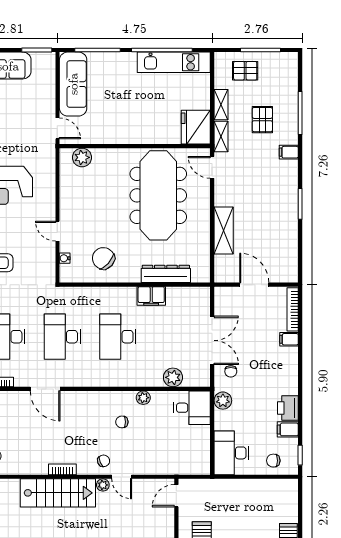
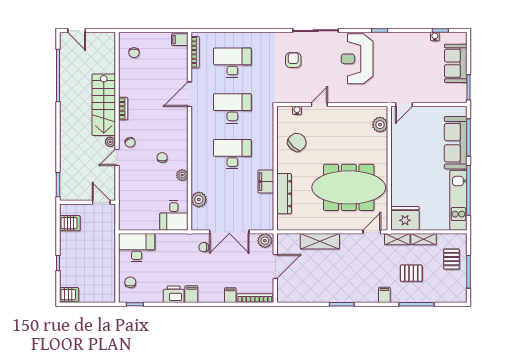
sofa: (73, 84) -> (456, 143), moved, turned 90
plant: (223, 401) -> (265, 241), moved
filing cabinet: (288, 429) -> (191, 294), moved

